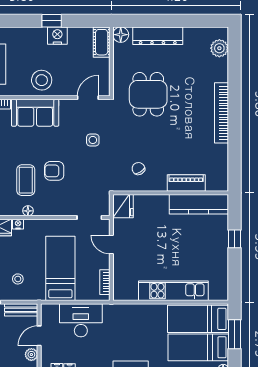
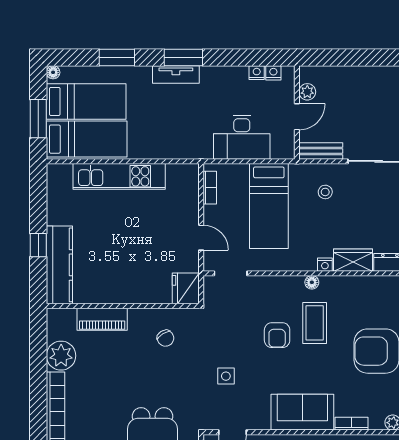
plant: (217, 155) -> (61, 356), added
armchair: (54, 171) -> (277, 335), turned 90
kitchen counter: (199, 204) -> (59, 265), moved, turned 90

